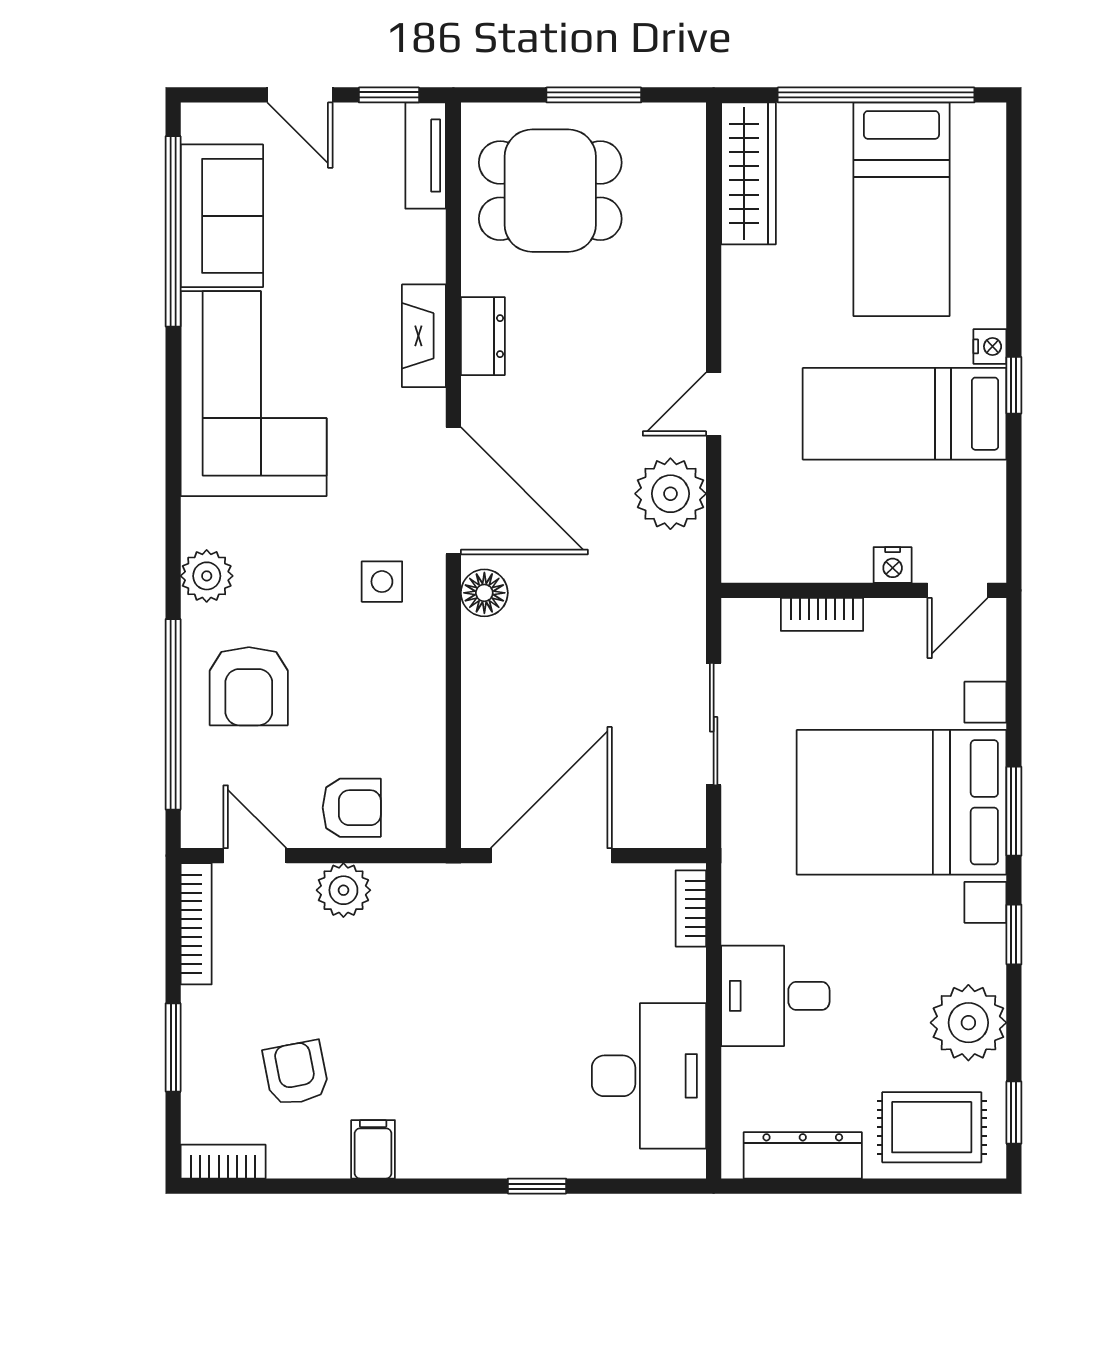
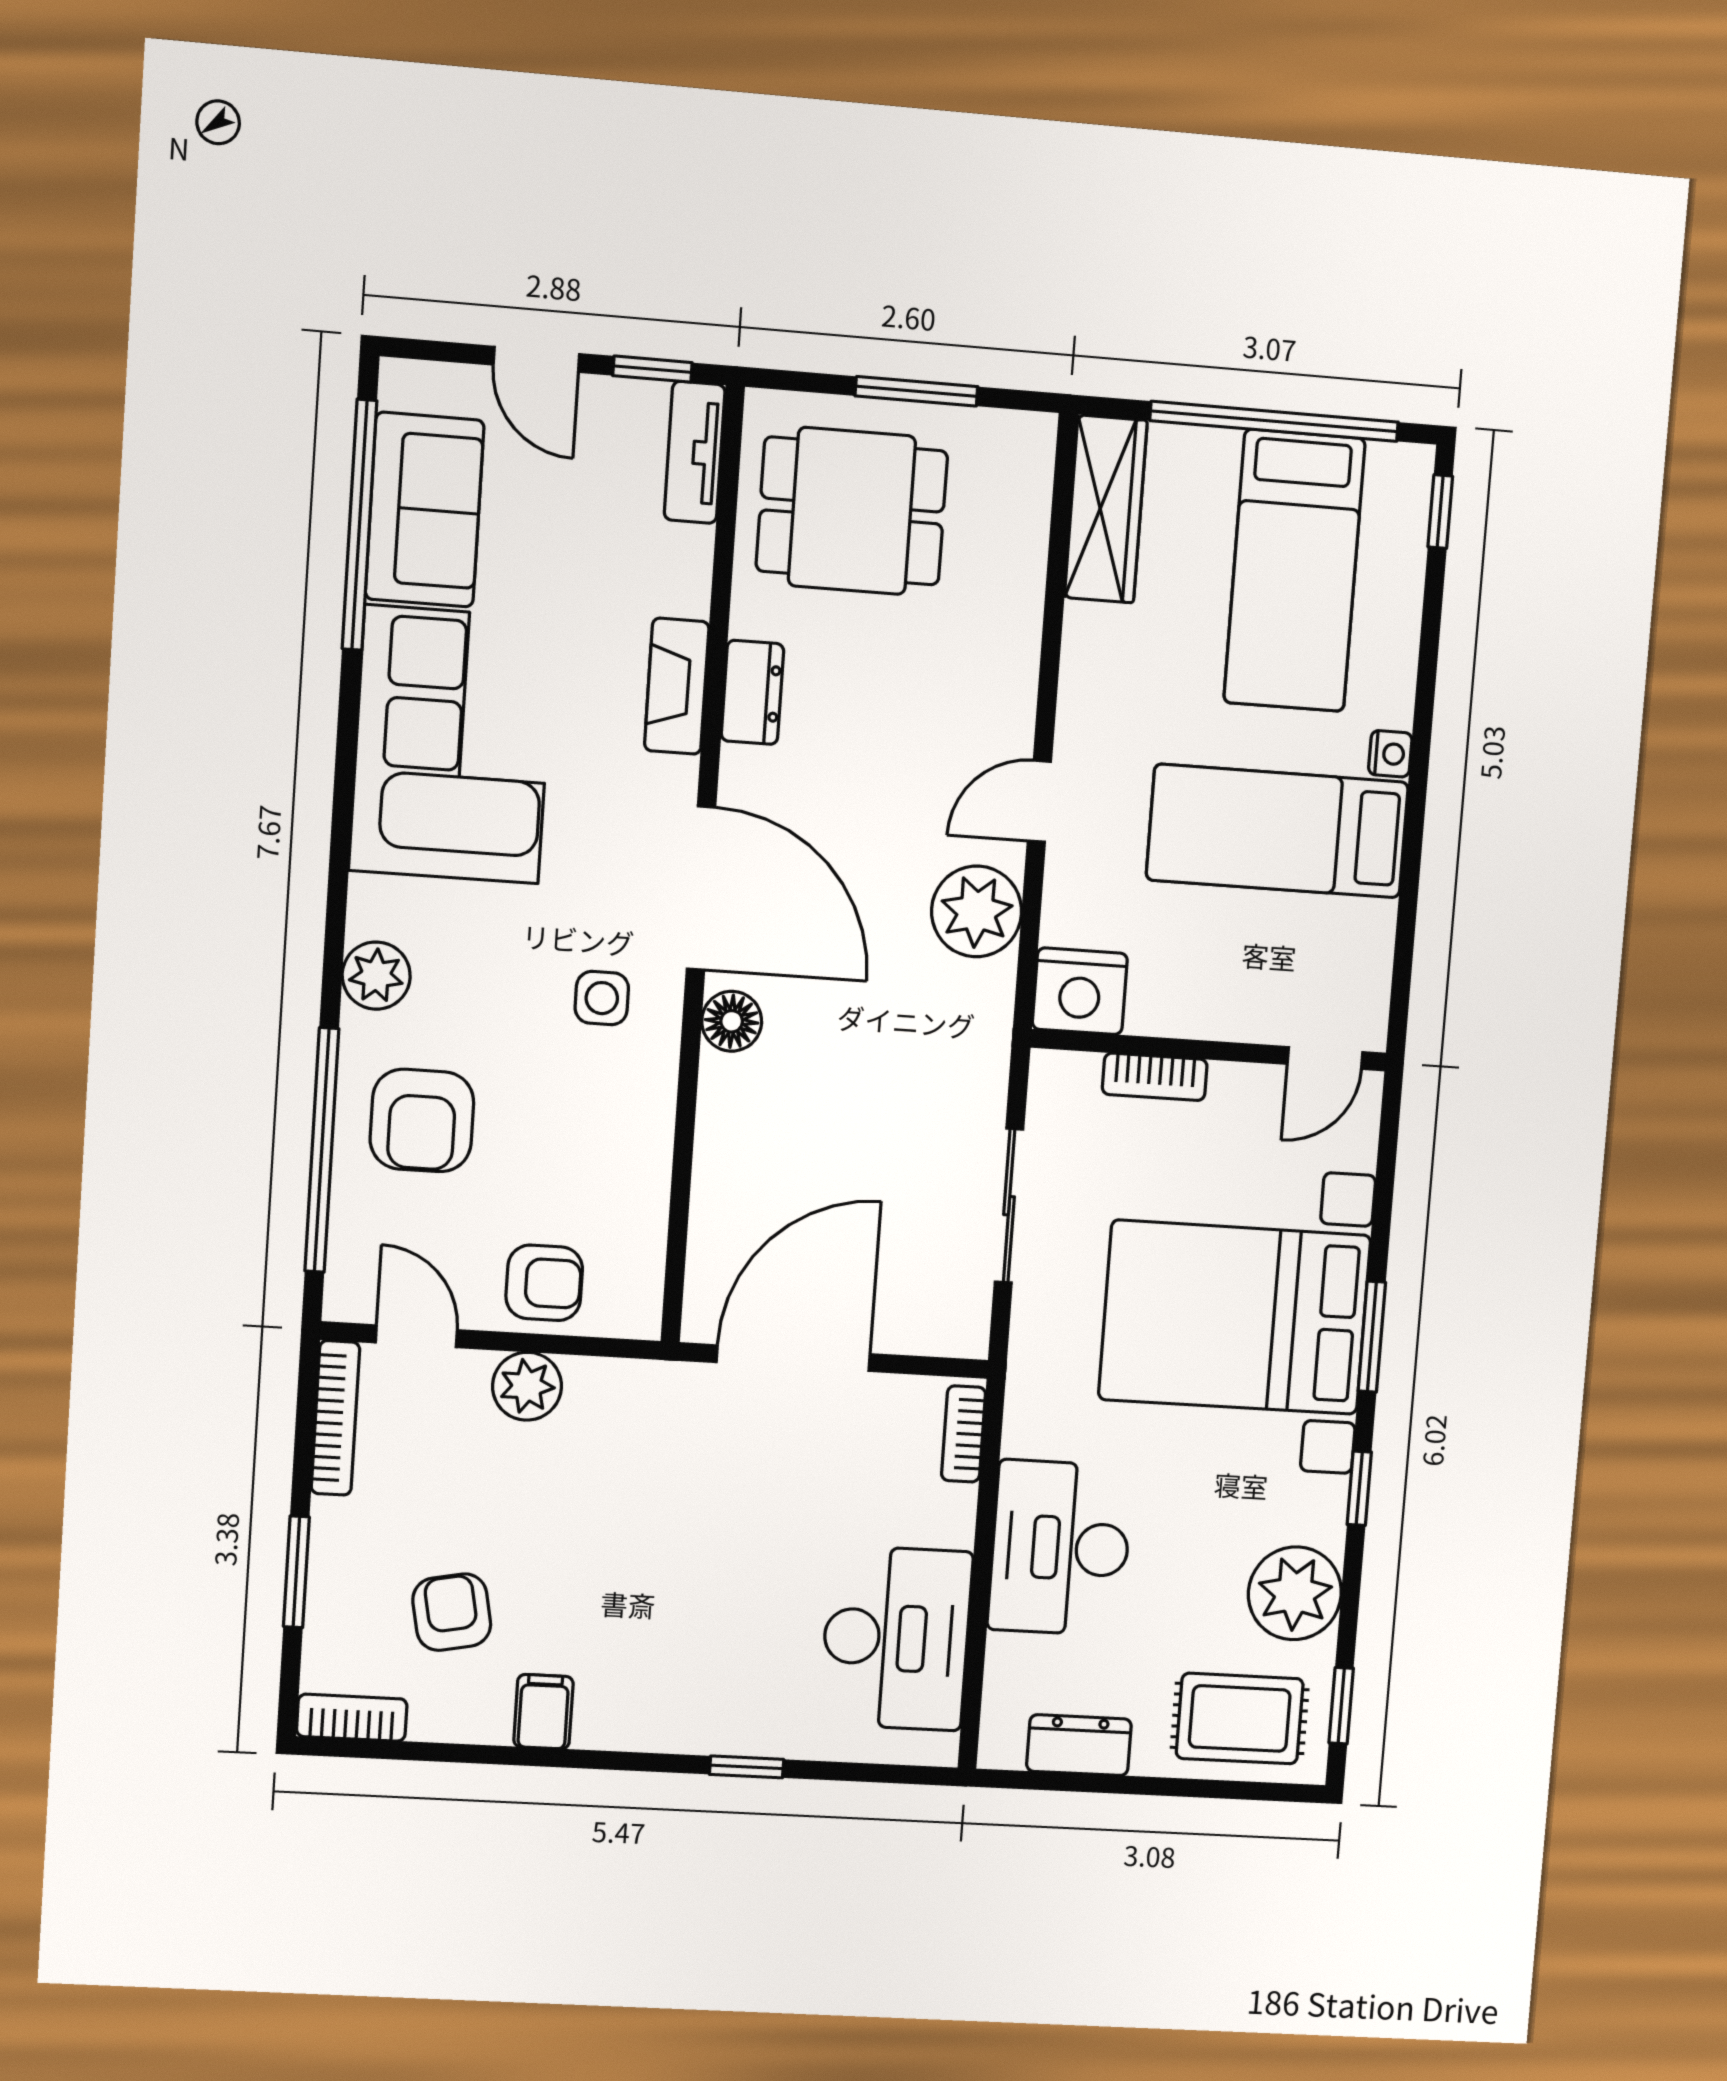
window: (1014, 385) -> (1440, 512), moved
nightstand: (893, 565) -> (1080, 991), moved, width x1.89, depth x1.79
desk: (775, 996) -> (1060, 1548), width x1.37
dresser: (803, 1155) -> (1079, 1745), width x0.70

